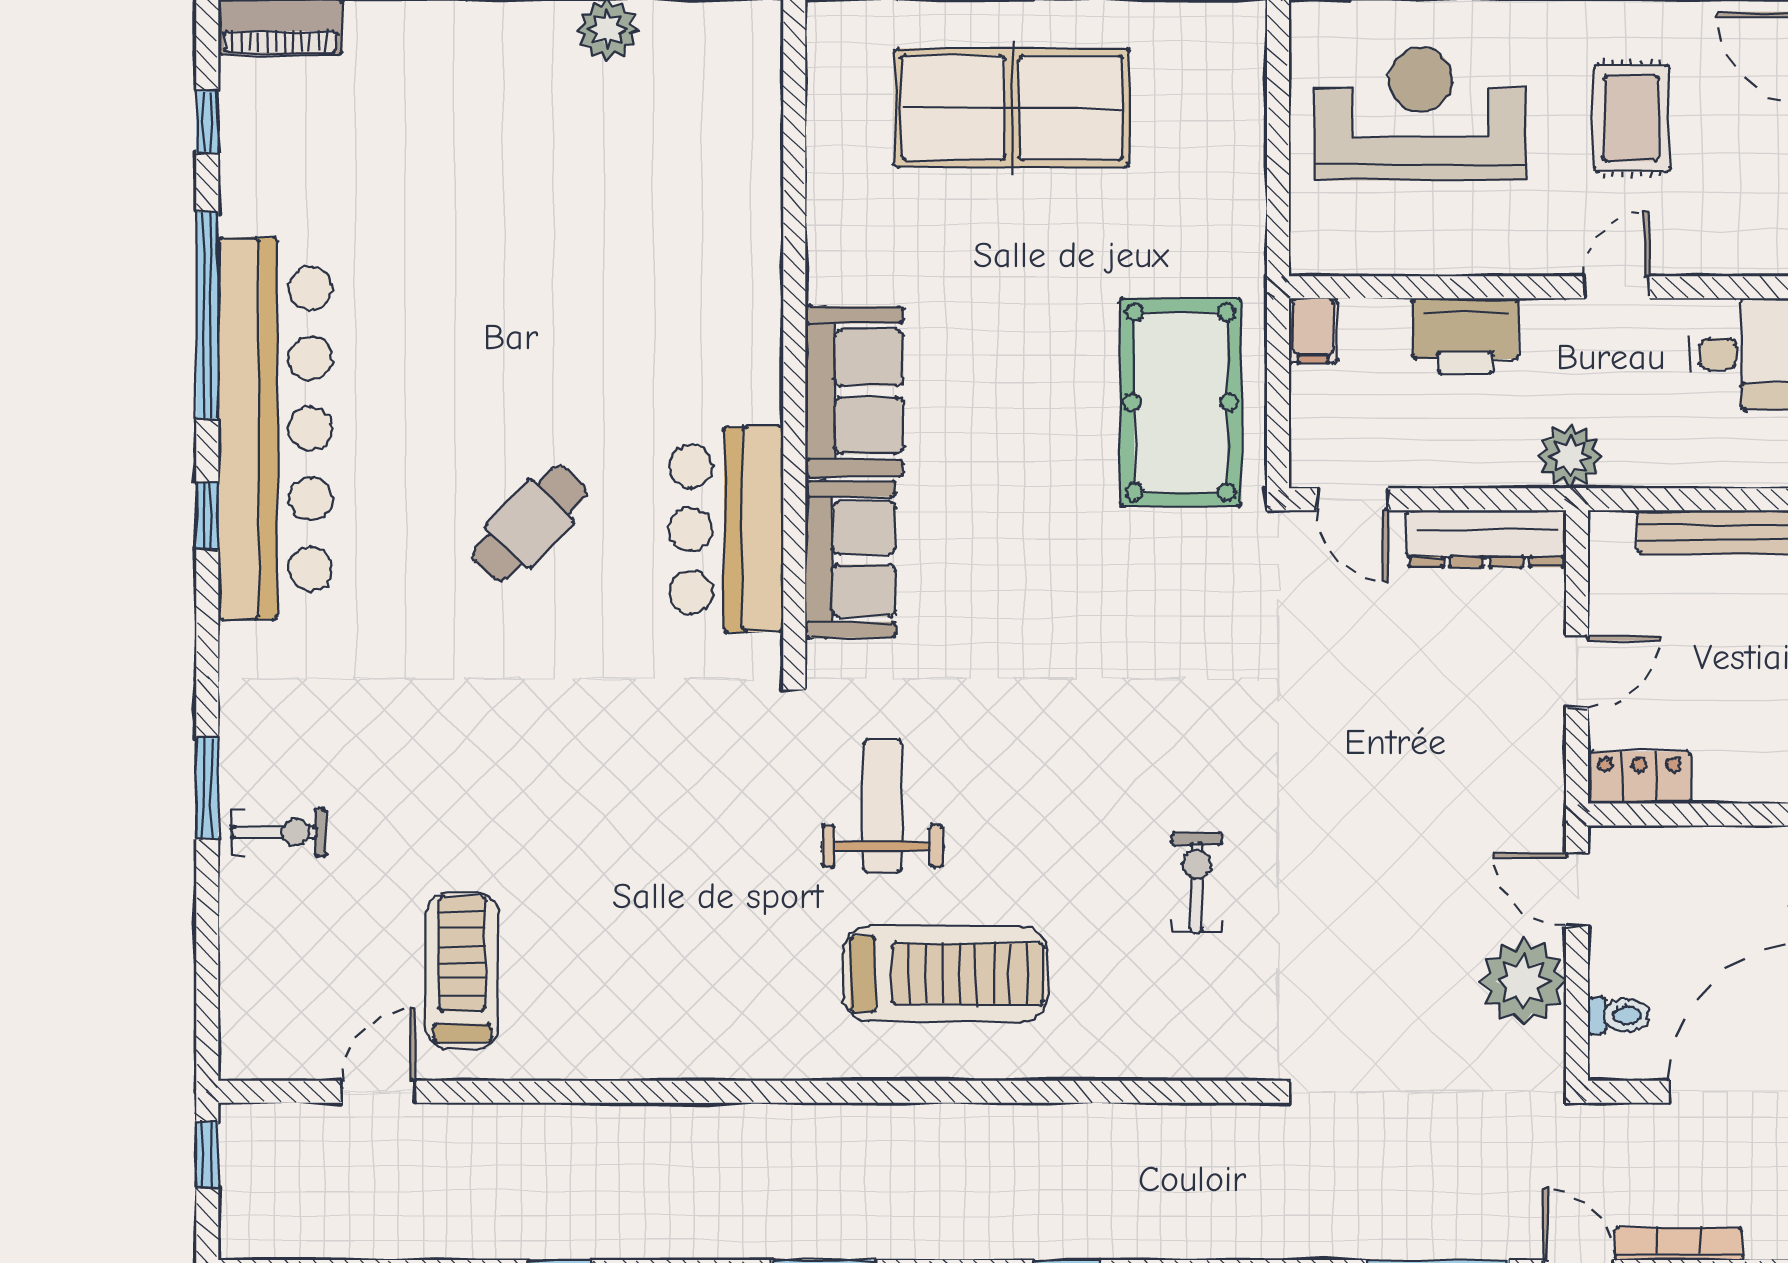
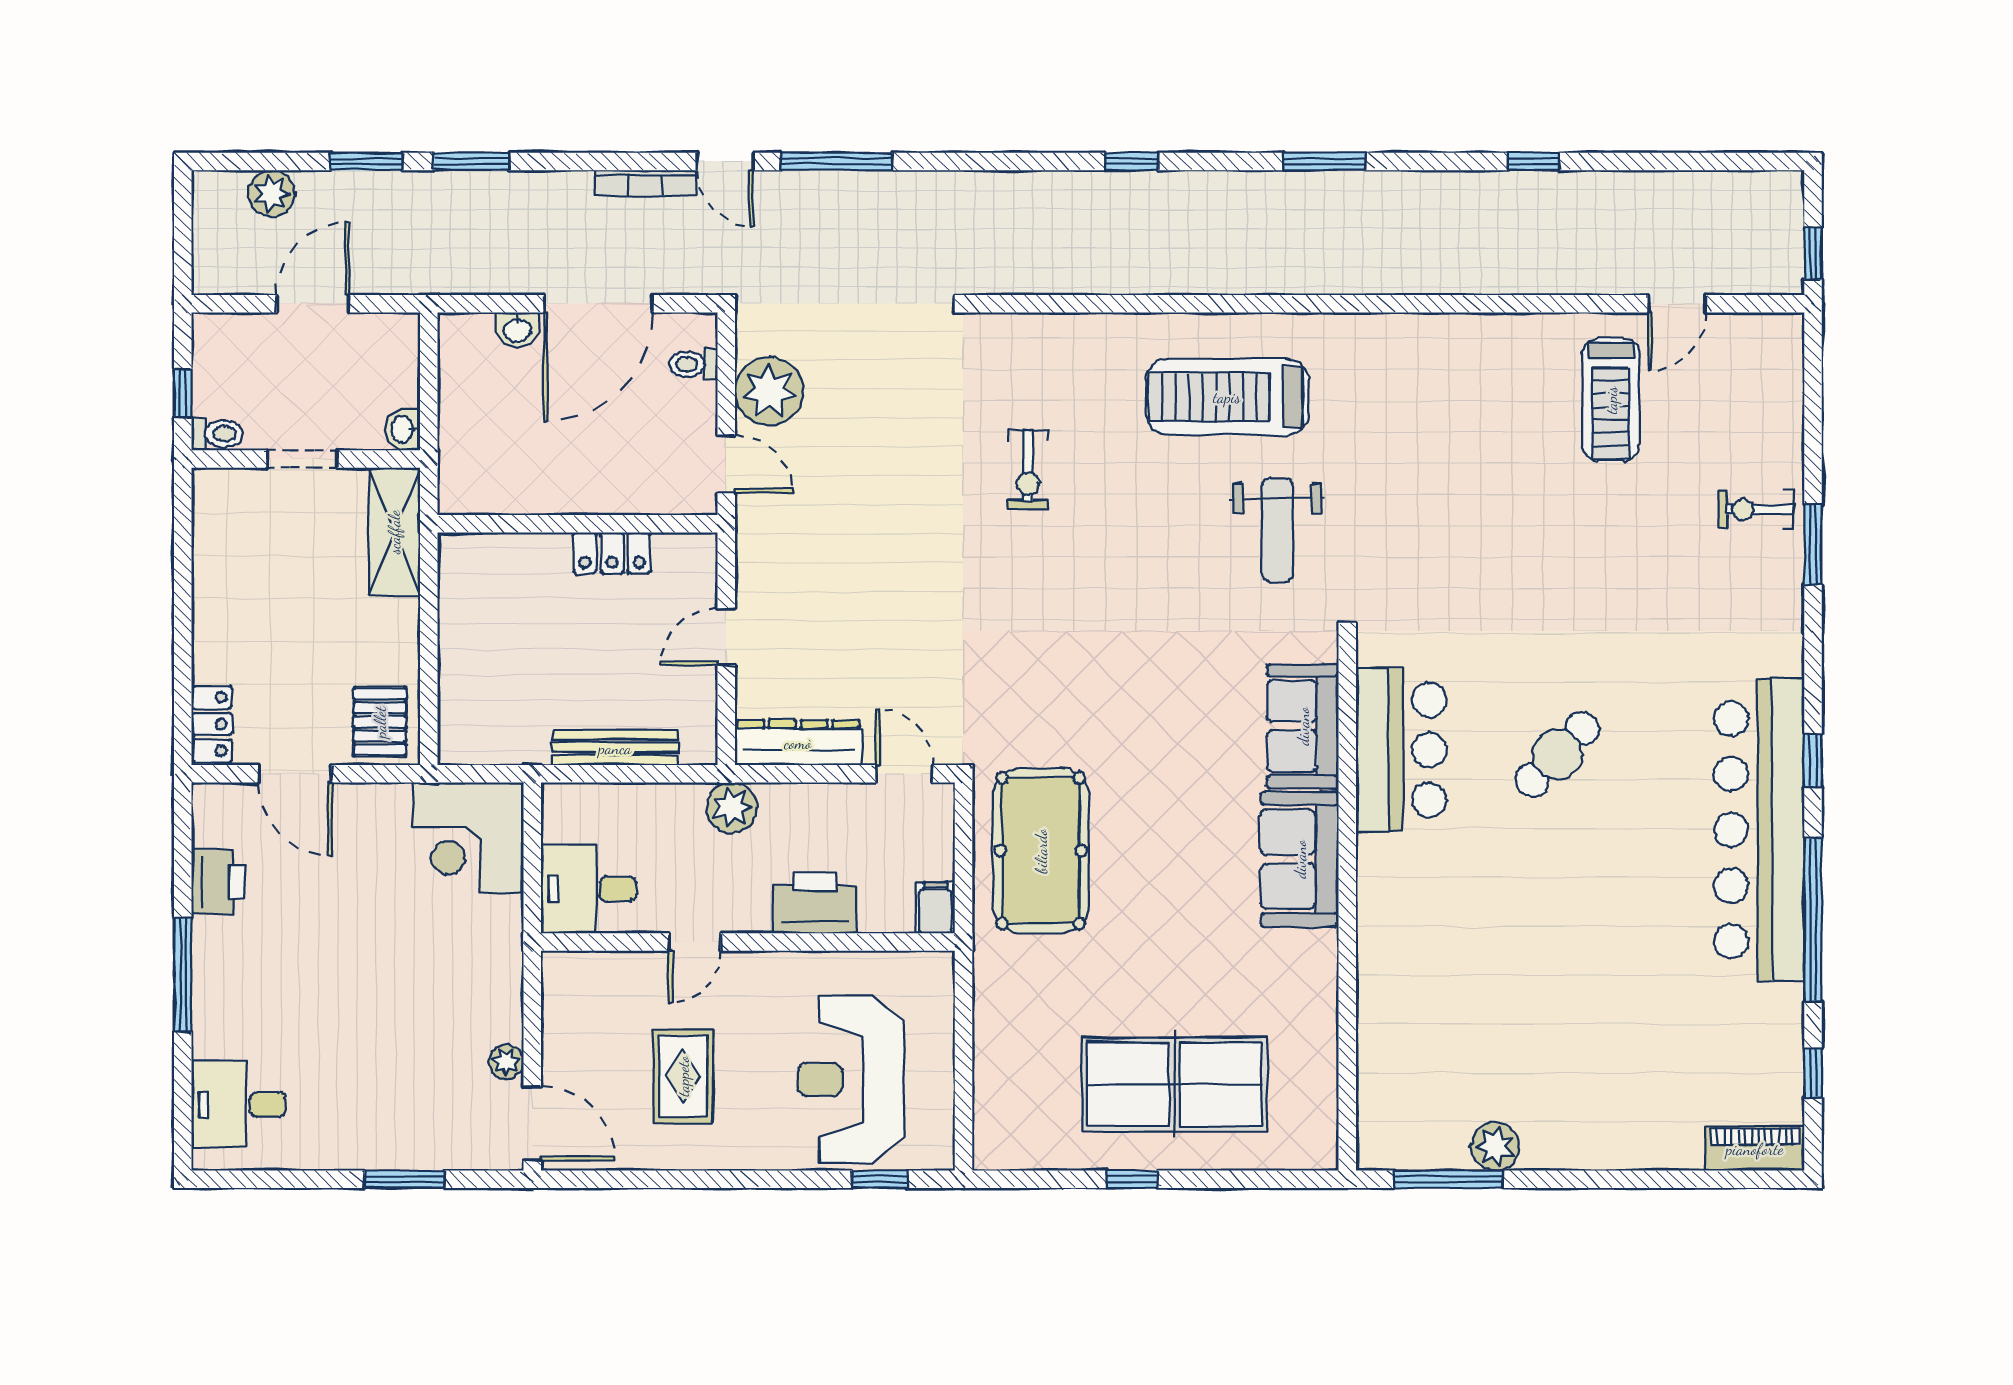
reception desk: (1420, 114) -> (850, 1079), turned 90
locker: (1639, 778) -> (612, 553), moved

